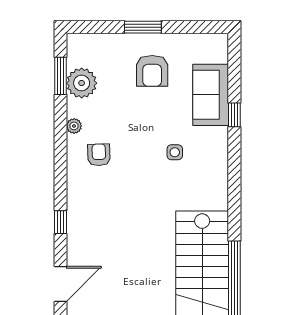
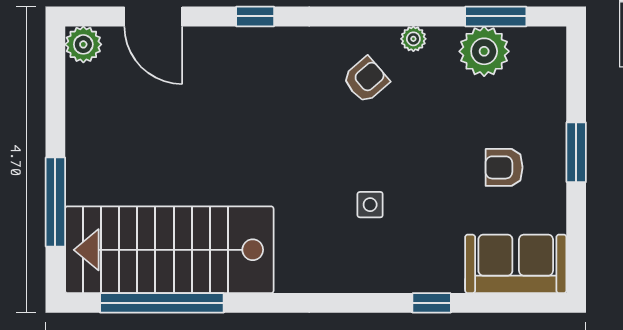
armchair: (152, 71) -> (504, 167), width x0.72, depth x0.72
sofa: (211, 95) -> (516, 264), moved
armchair: (99, 155) -> (366, 80), turned -39

